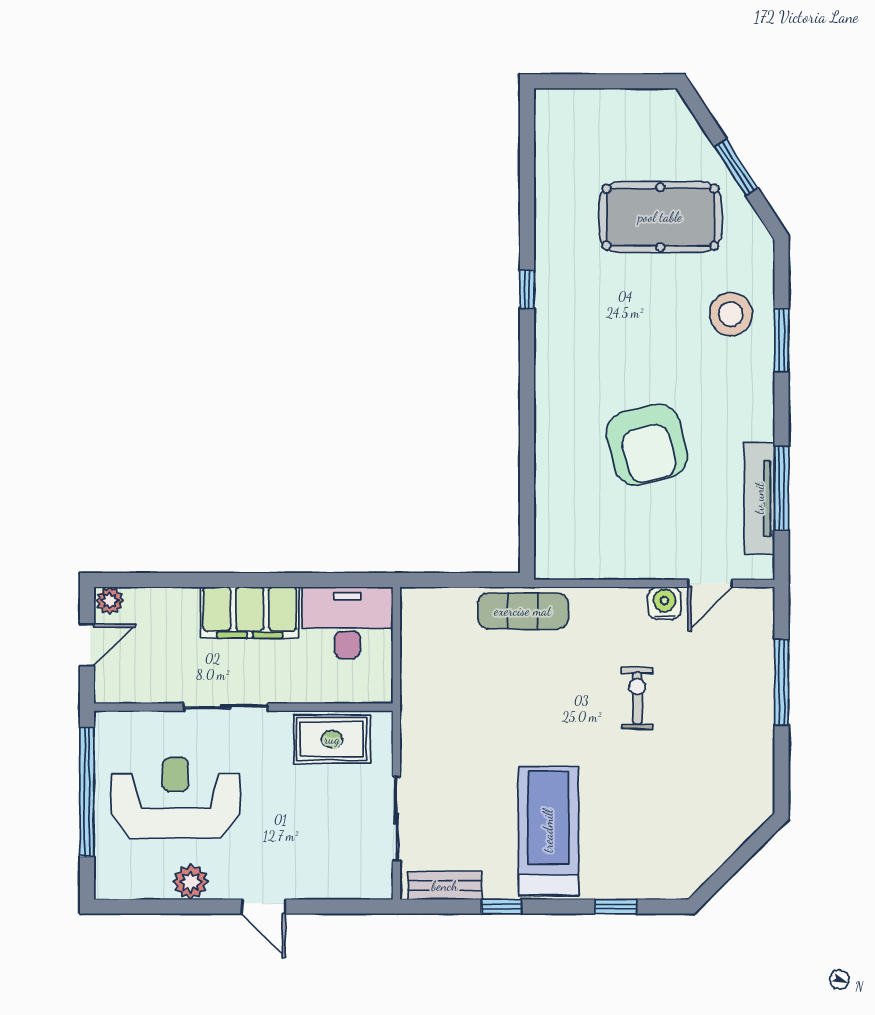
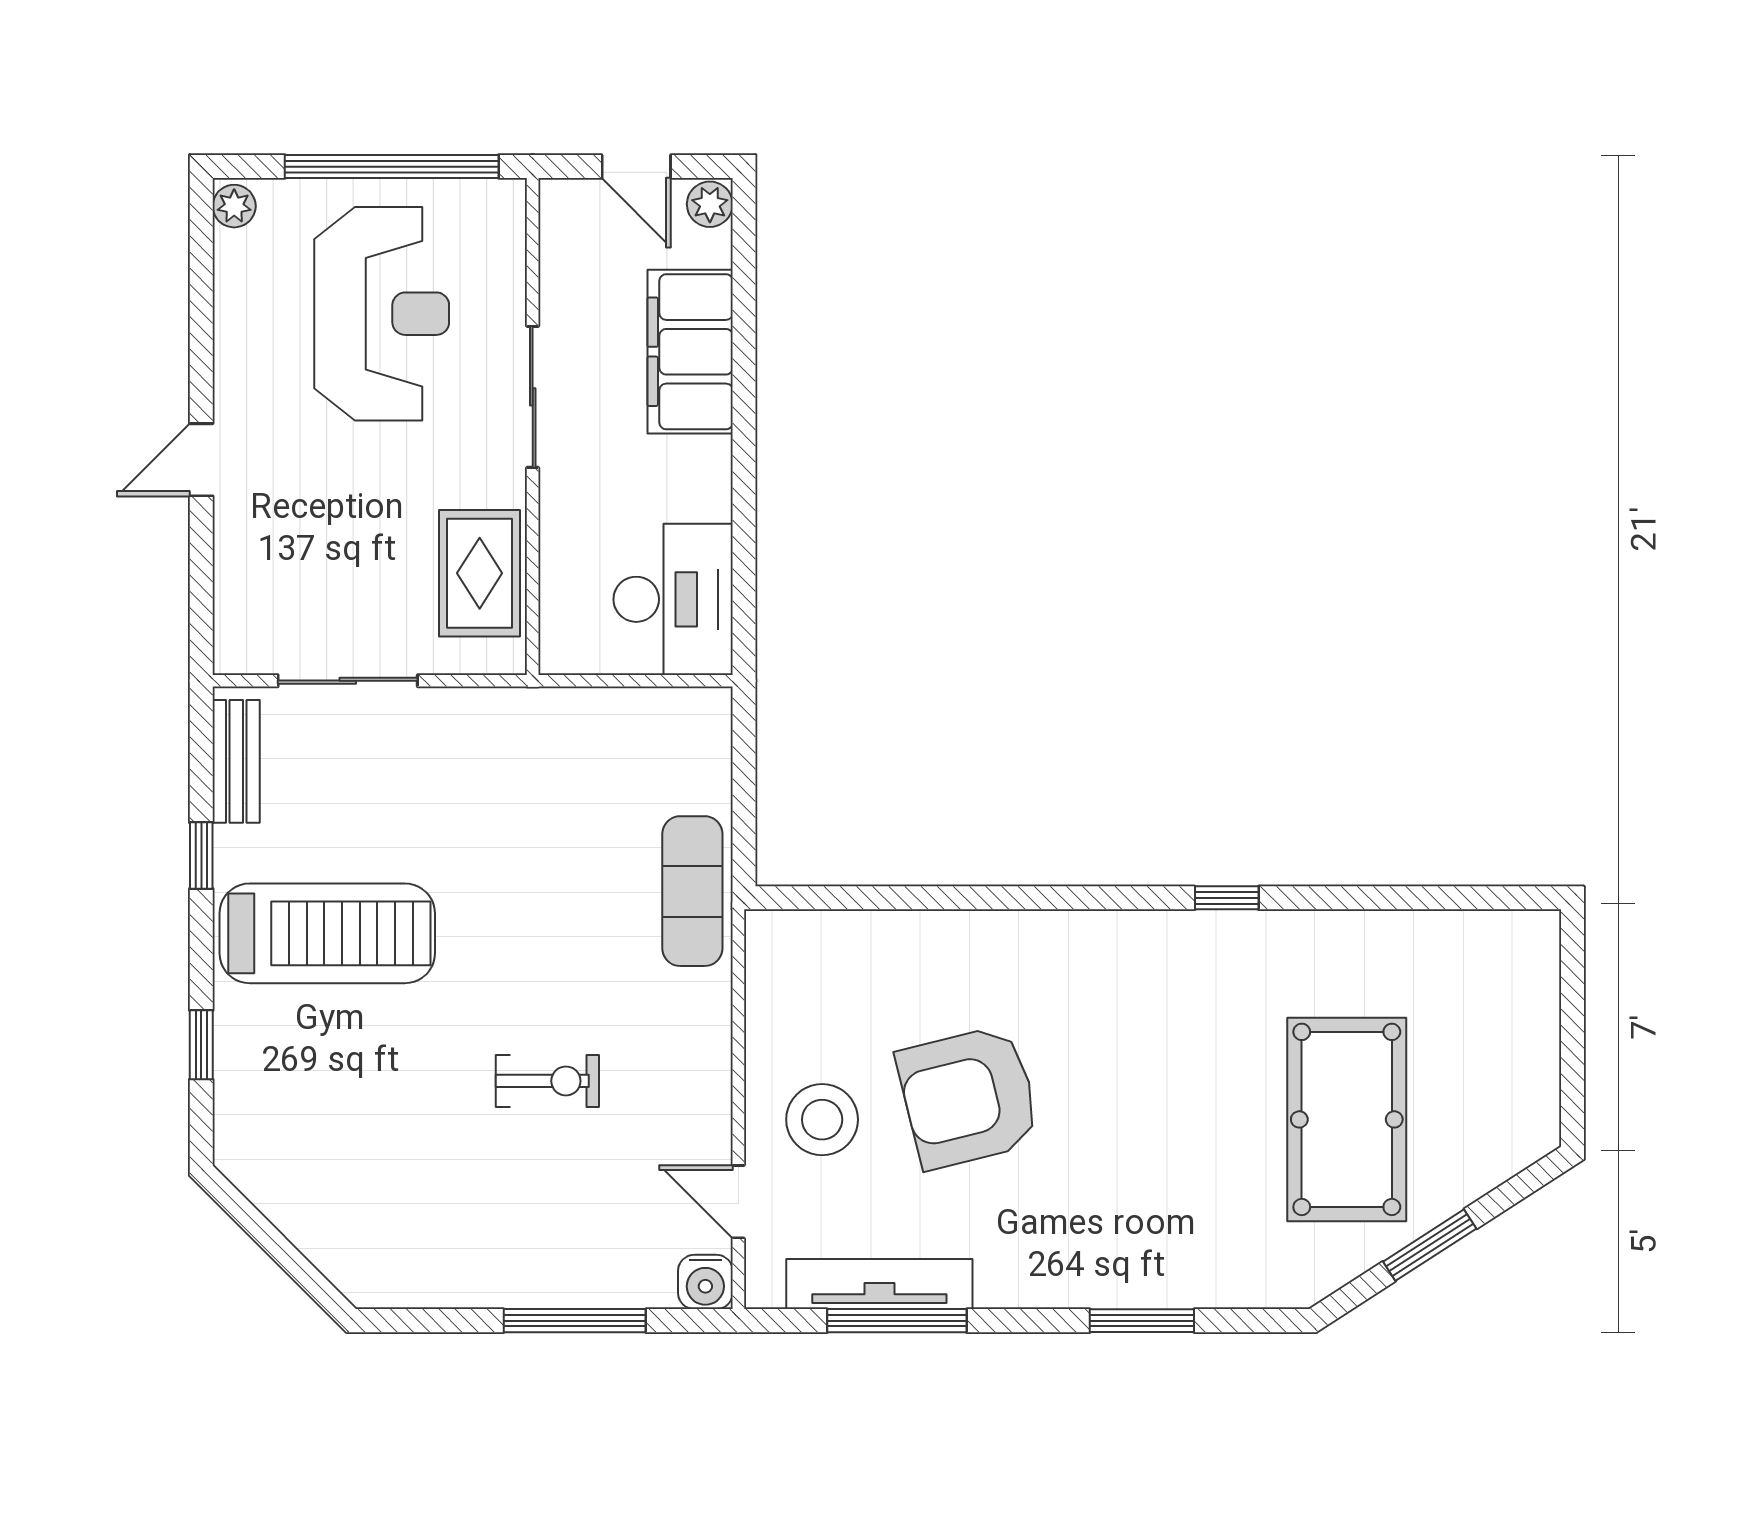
stool: (731, 314) -> (822, 1120), moved
water cooler: (664, 603) -> (705, 1282), moved, turned 90
filing cabinet: (250, 612) -> (690, 352), moved
plant: (191, 882) -> (234, 206), moved, width x0.73, depth x0.73

